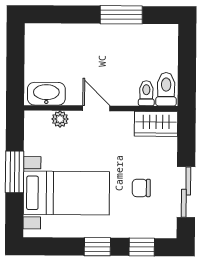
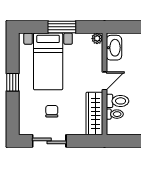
toilet: (166, 89) -> (117, 101), moved
plant: (60, 119) -> (97, 38), moved
wardrobe: (156, 124) -> (94, 114), width x1.50
window: (142, 247) -> (13, 112), removed

